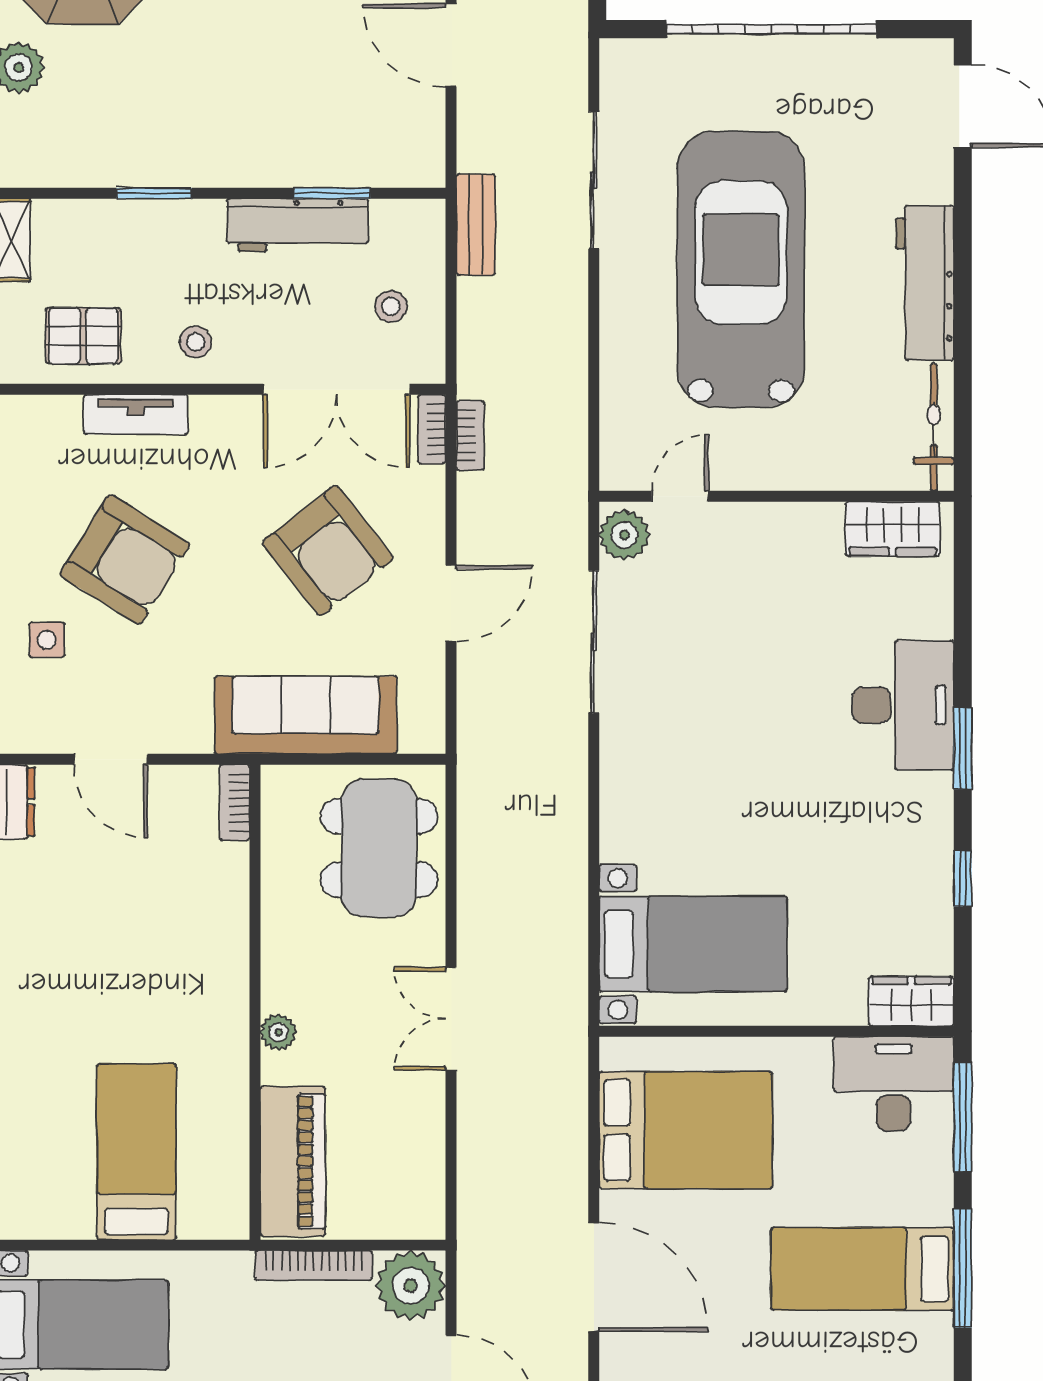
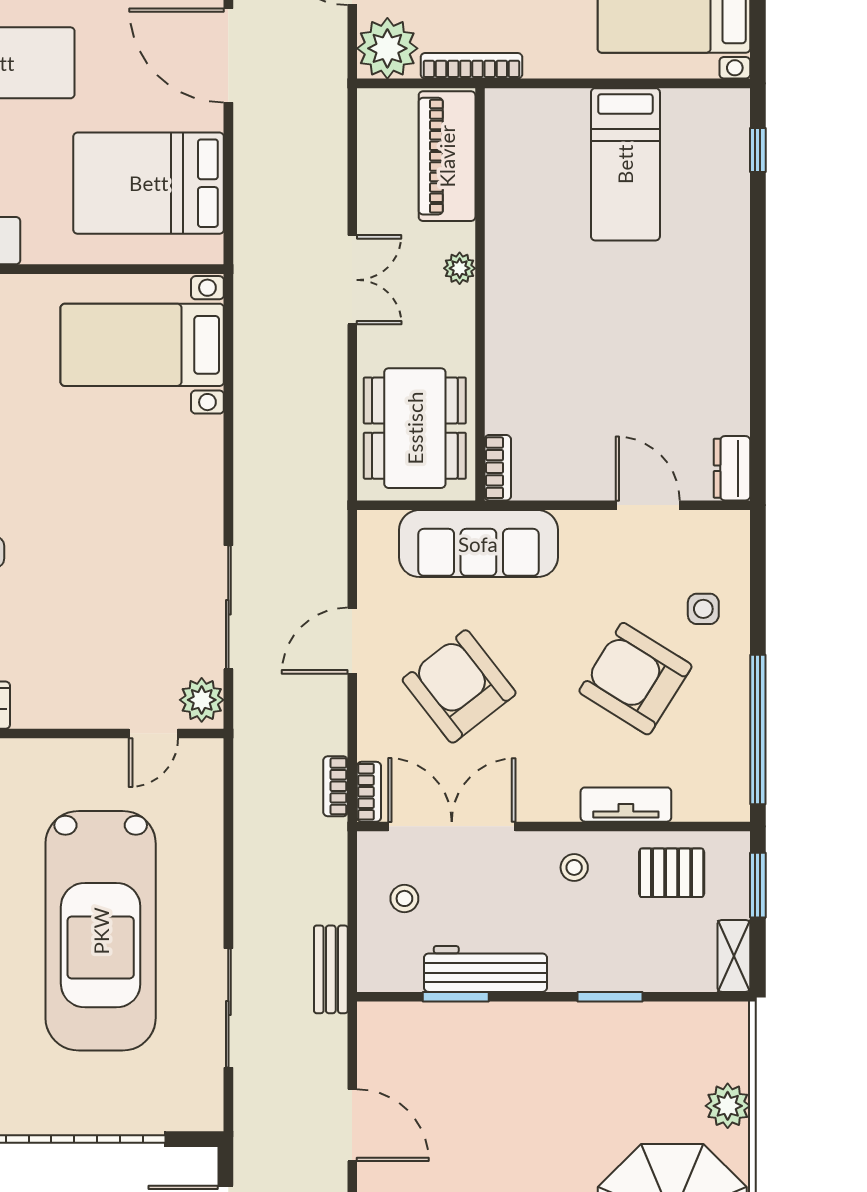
bookcase: (234, 802) -> (498, 468), moved
wall: (255, 1002) -> (480, 294), moved
plant: (278, 1032) -> (460, 268), moved
piano: (293, 1161) -> (447, 156), moved

